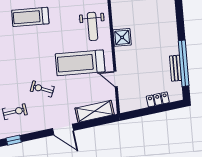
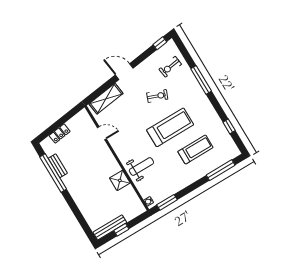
weight bench: (92, 26) -> (141, 167), turned 90
shower: (122, 37) -> (120, 180), moved
treadmill: (80, 63) -> (170, 127), moved

